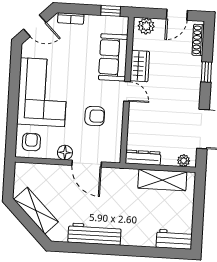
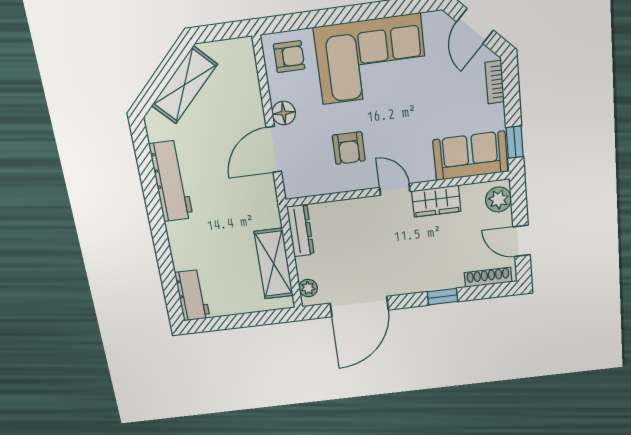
sofa: (113, 57) -> (470, 156), moved
door: (127, 91) -> (395, 189), swing flipped

